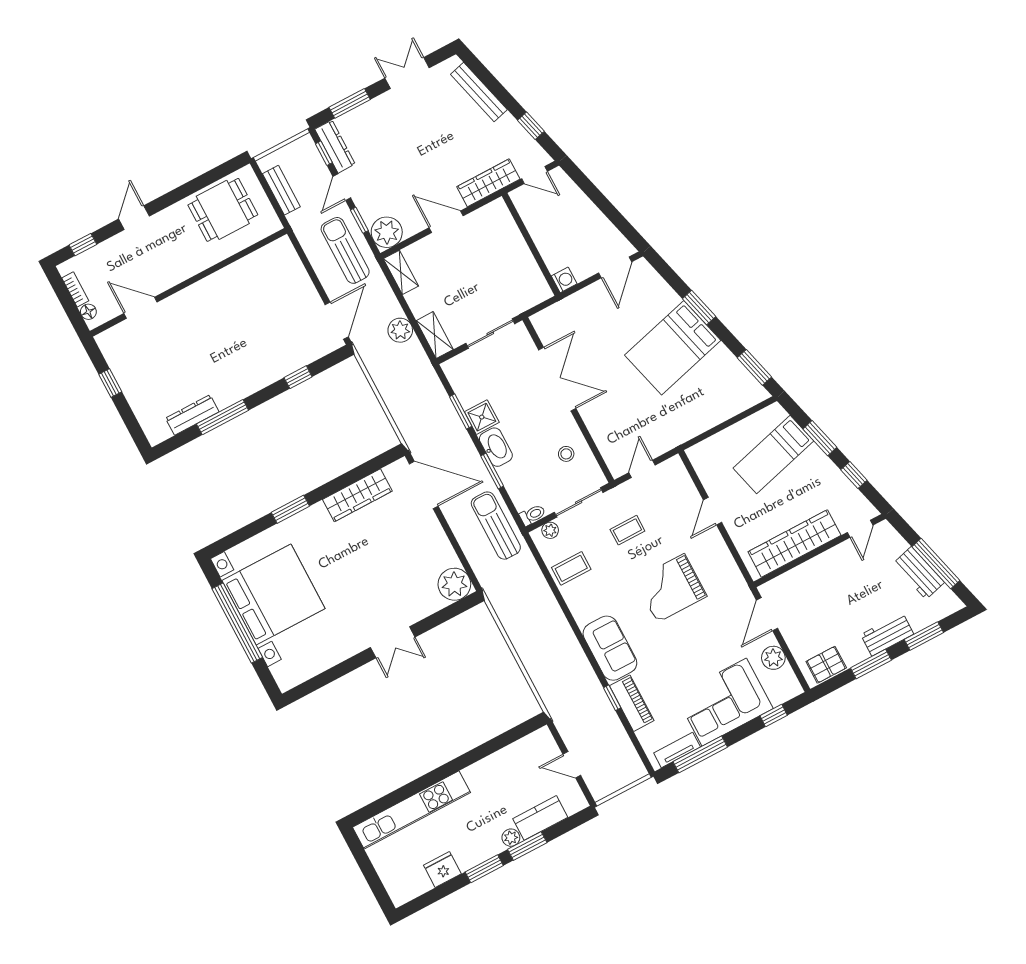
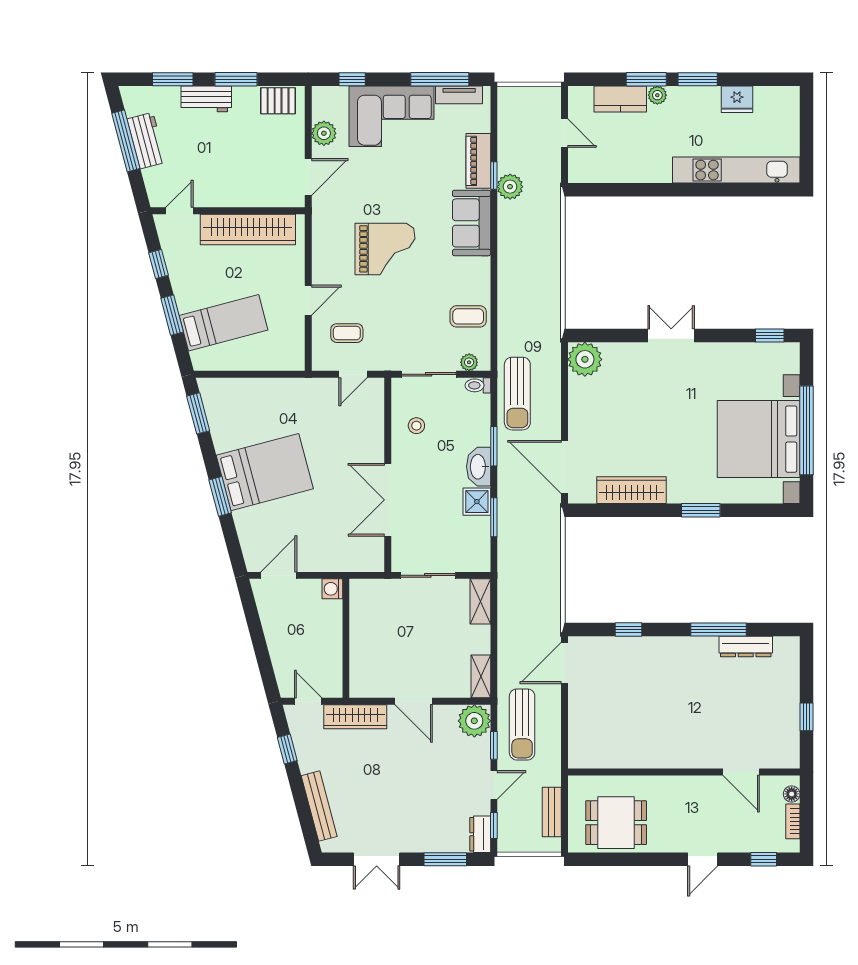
dresser: (335, 147) -> (480, 834), width x0.70
plant: (400, 330) -> (510, 187), moved
coffee table: (627, 530) -> (347, 333), moved
window: (310, 686) -> (770, 336), added

